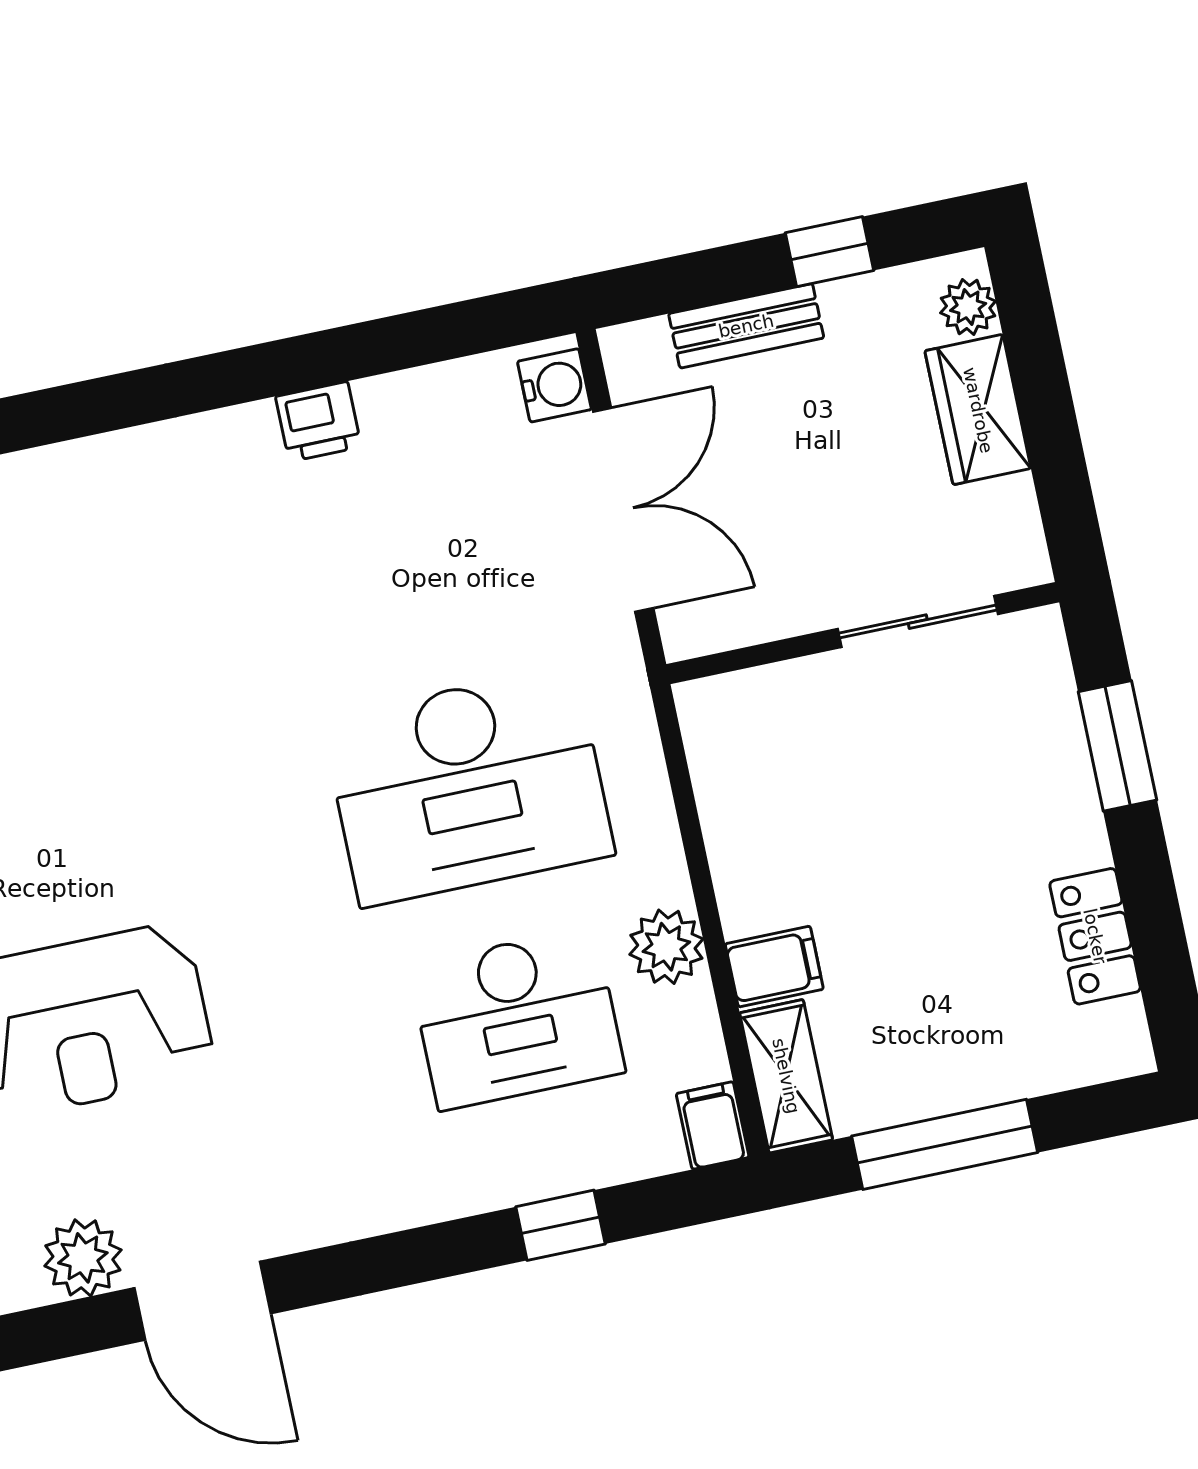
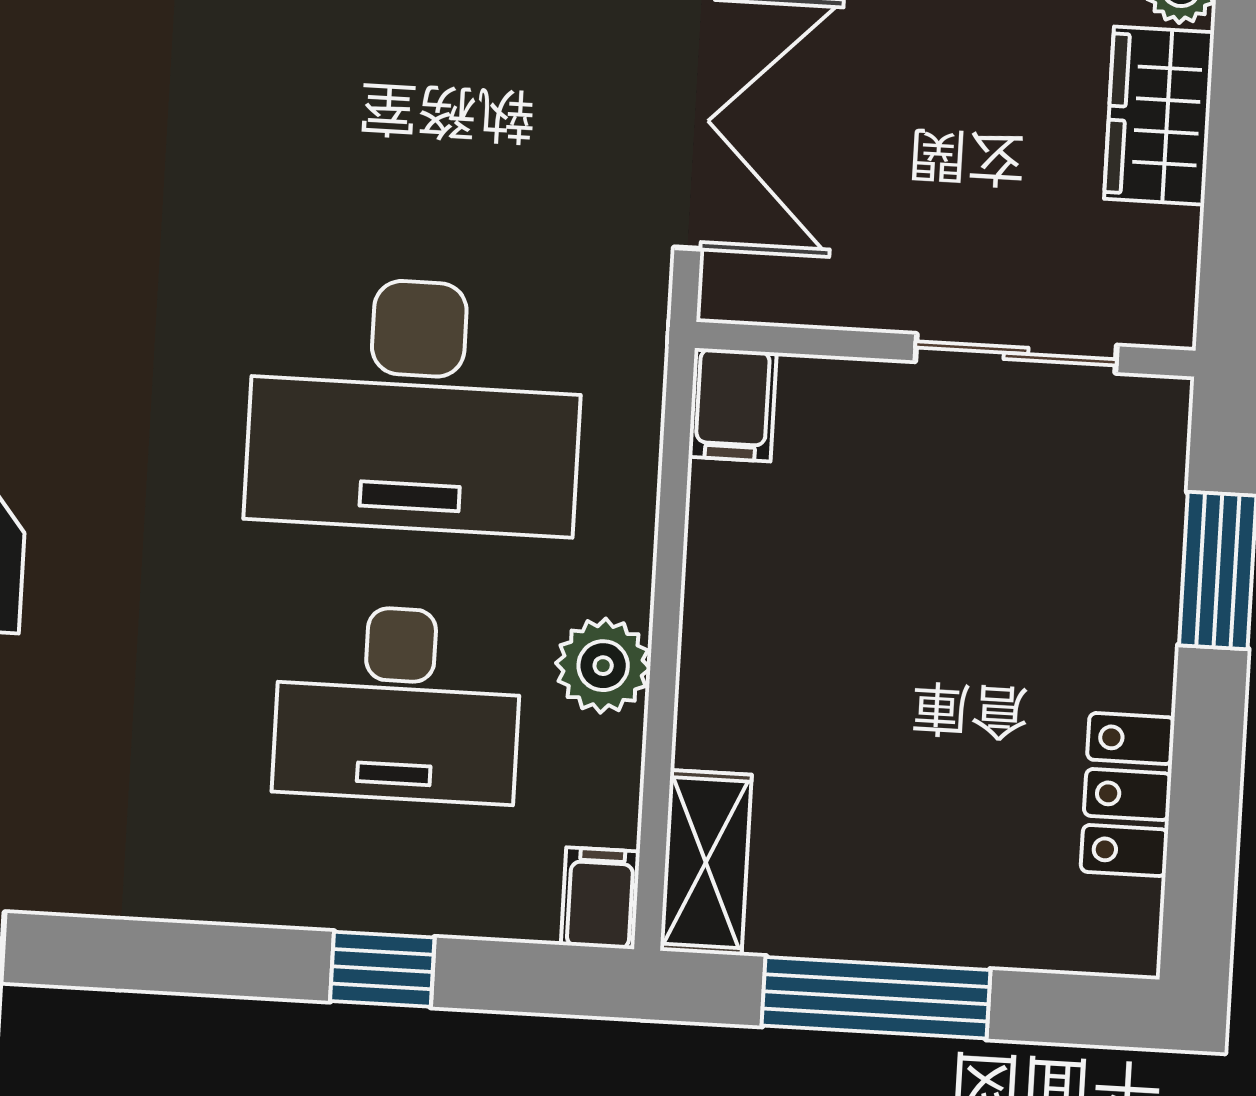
filing cabinet: (774, 967) -> (733, 405), moved, turned 90

